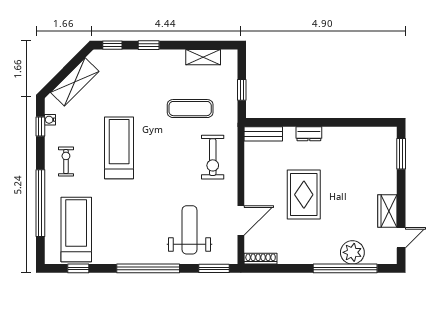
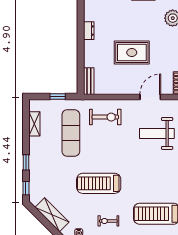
exercise mat: (190, 109) -> (71, 133), width x1.36, depth x1.45
dresser: (309, 134) -> (89, 31), moved
door: (241, 221) -> (150, 97), hinge flipped

